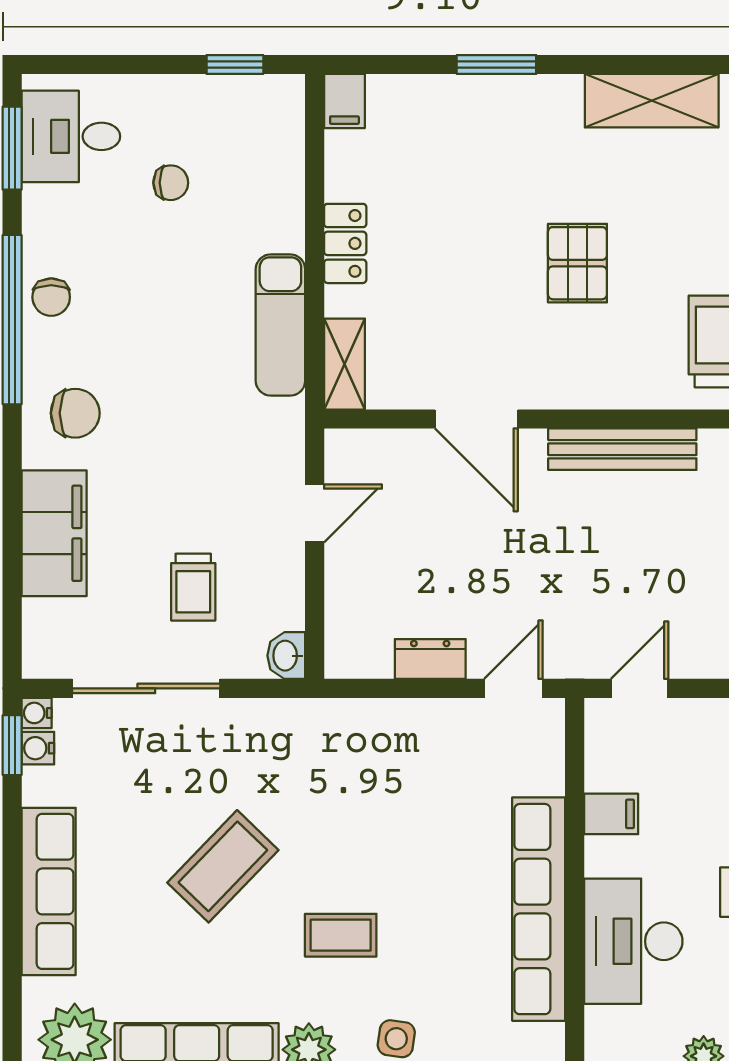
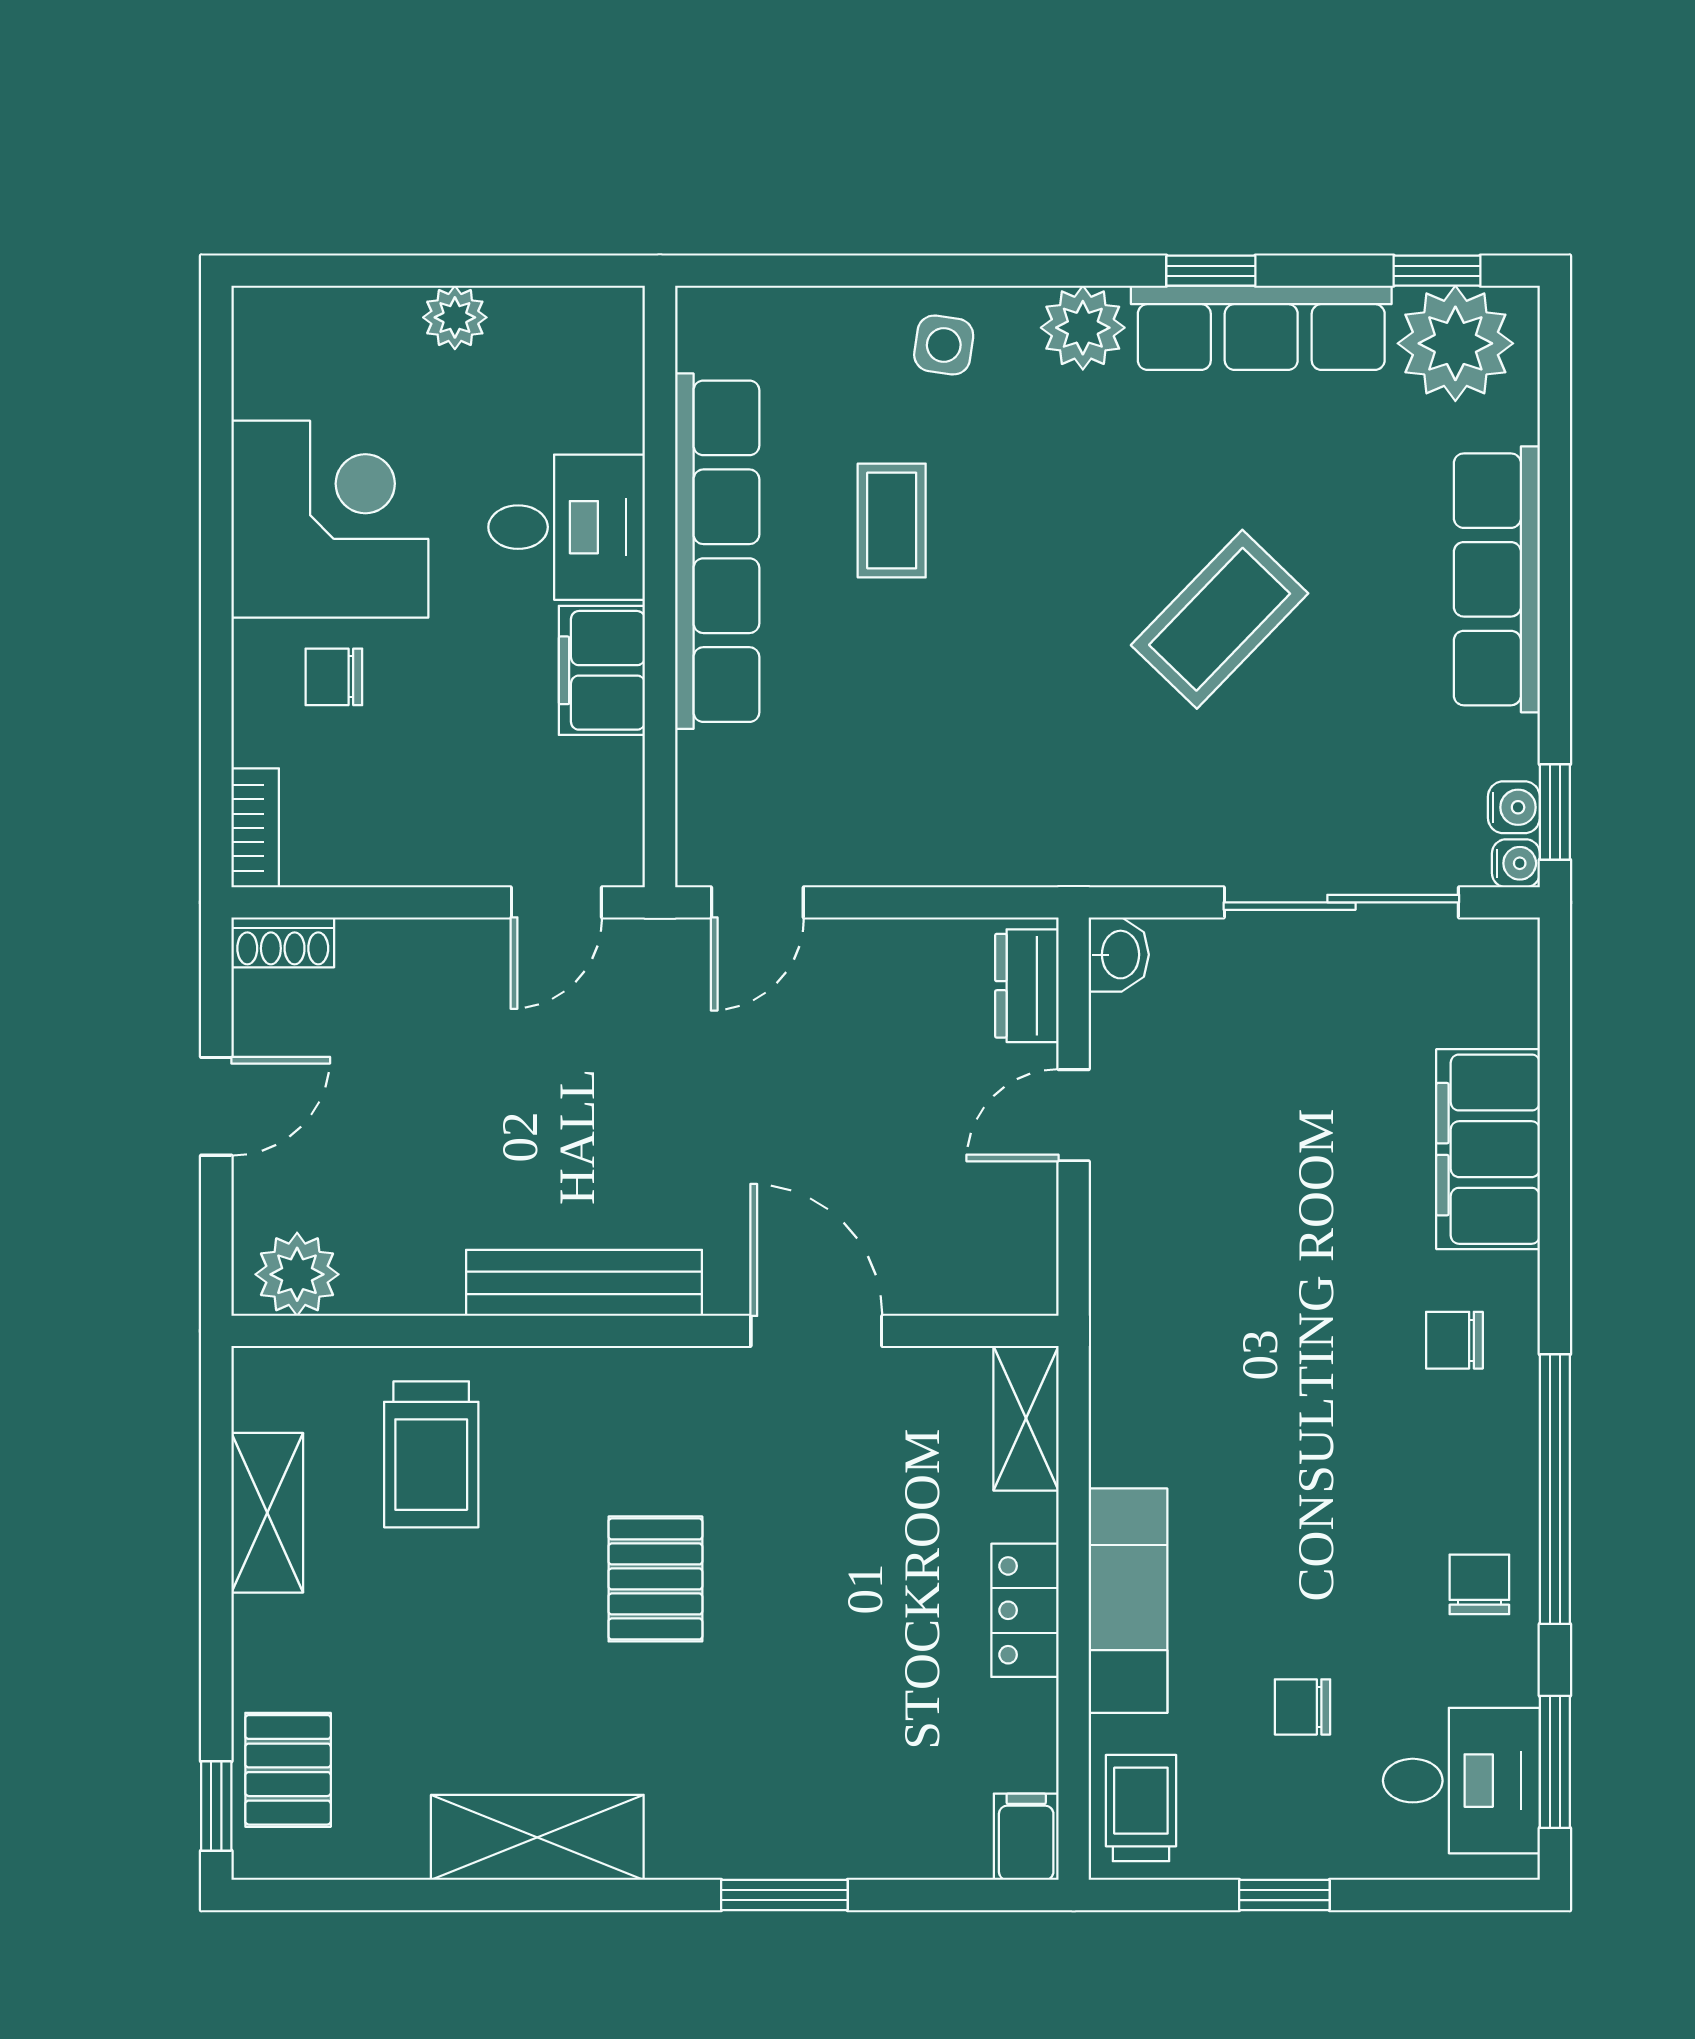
window: (235, 64) -> (1284, 1895), moved
chair: (51, 297) -> (1479, 1584), moved
exam couch: (280, 325) -> (1128, 1601), moved
chair: (75, 413) -> (1454, 1340), width x0.73, depth x0.73
door: (315, 513) -> (1074, 1115), moved
trolley: (193, 587) -> (1141, 1808), moved
dresser: (430, 659) -> (1027, 986), moved, turned 90
filing cabinet: (611, 814) -> (602, 670), width x2.00
coffee table: (341, 935) -> (892, 521), moved, turned 90
desk: (633, 941) -> (567, 527), width x0.73

